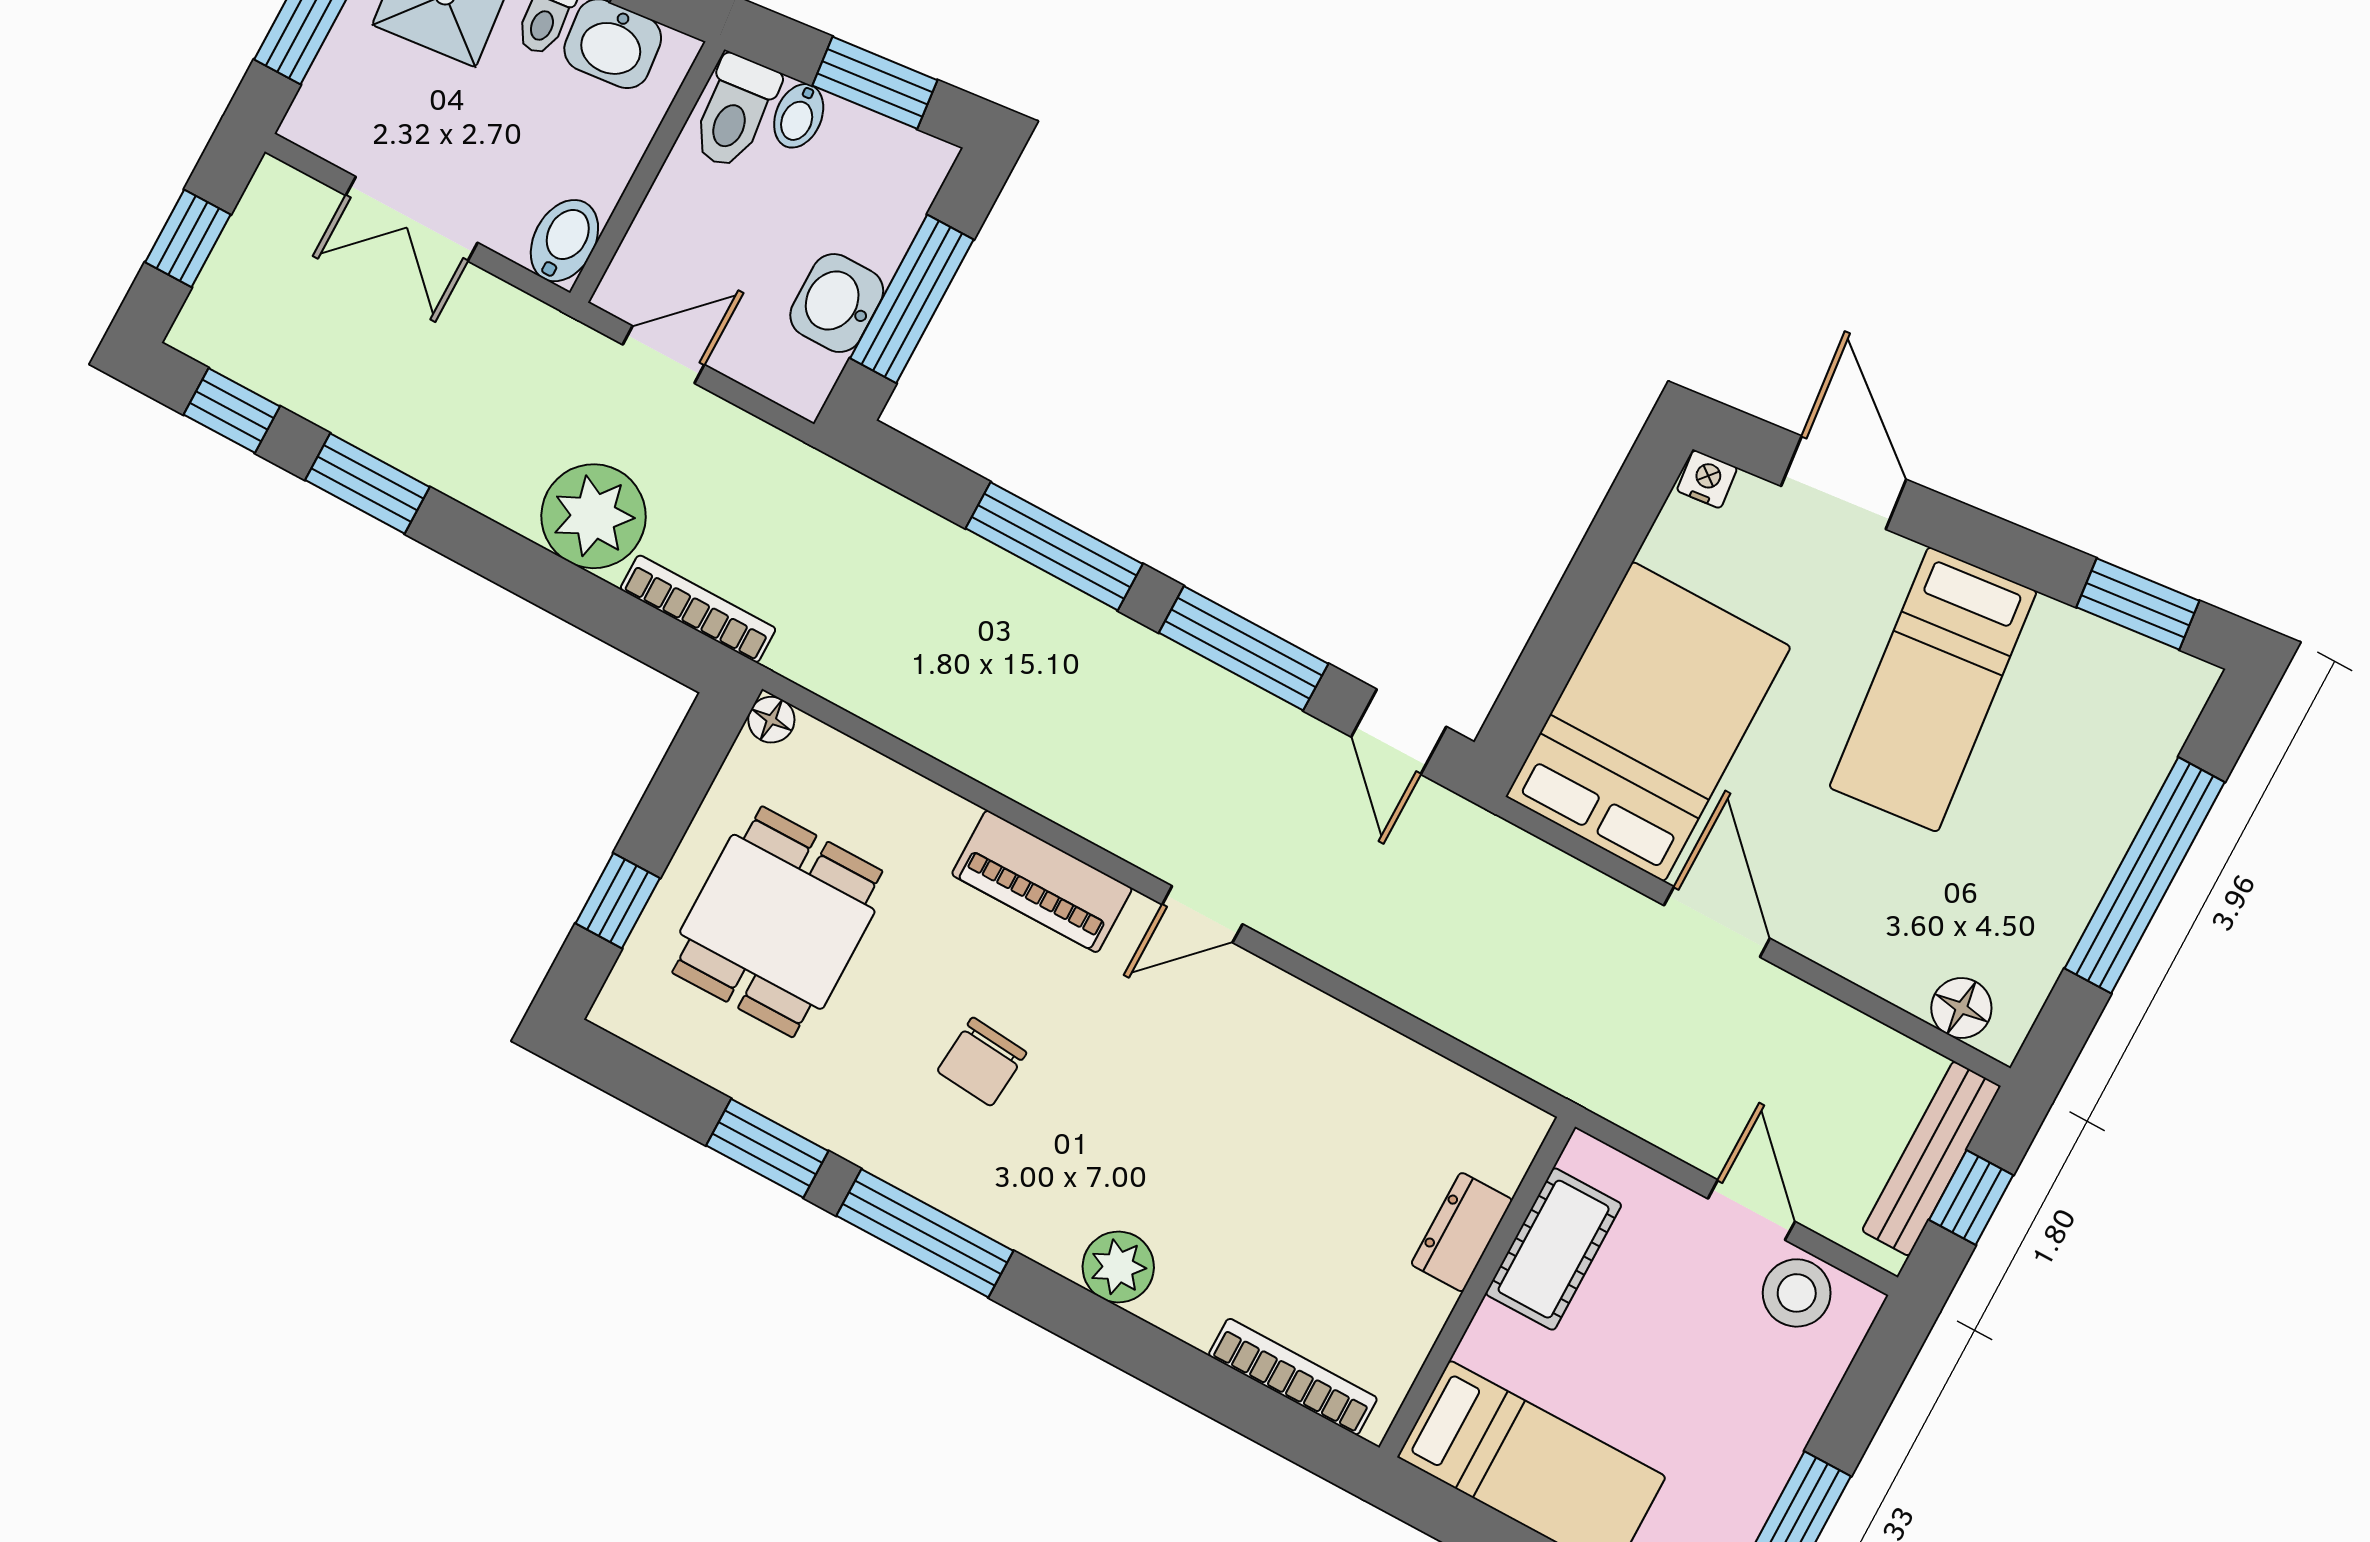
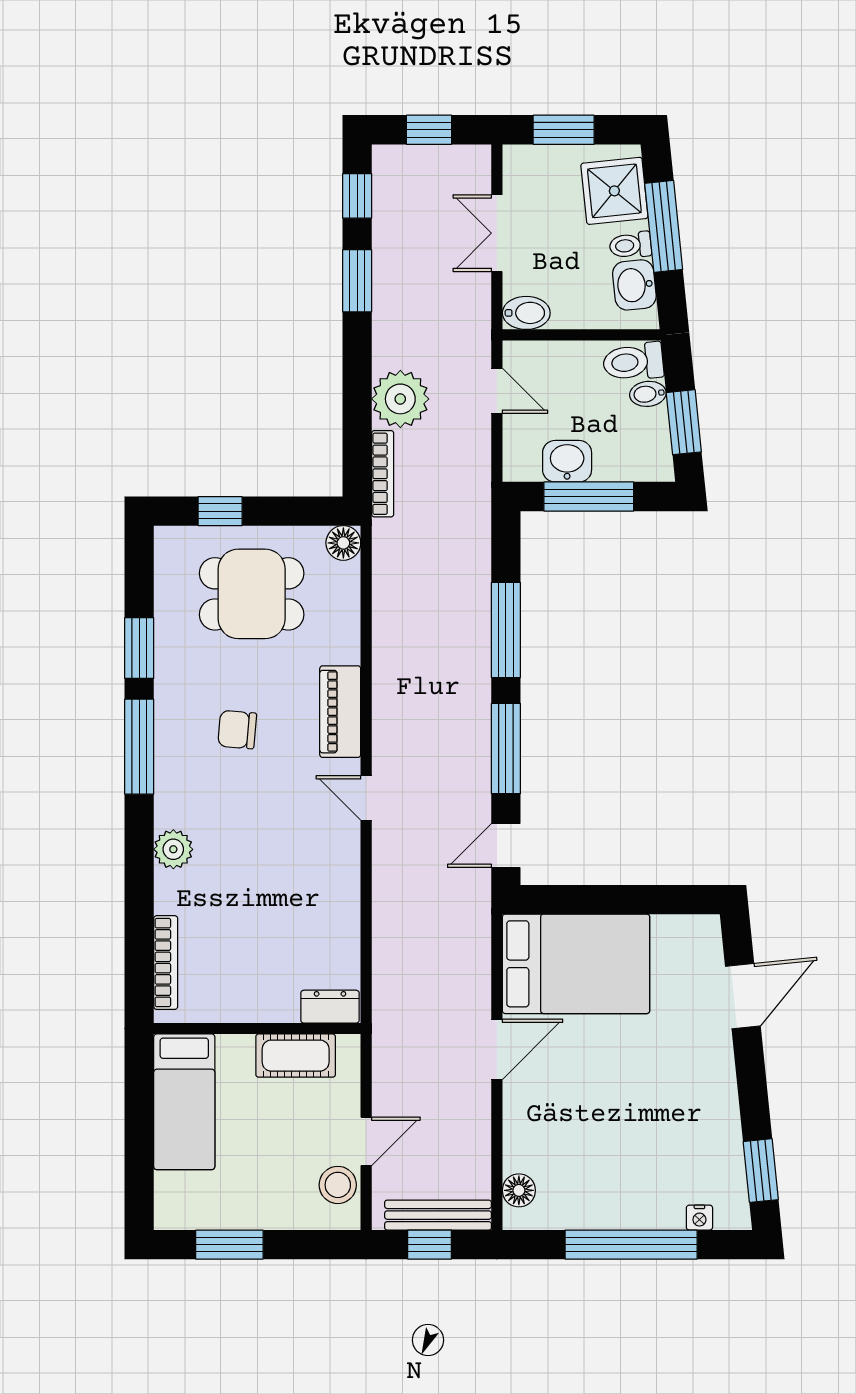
nightstand: (1707, 479) -> (699, 1218), moved, turned 96
bed: (1933, 689) -> (666, 1093), removed
floor lamp: (771, 720) -> (343, 543), width x1.37, depth x1.37
dresser: (1462, 1232) -> (330, 1007), moved

